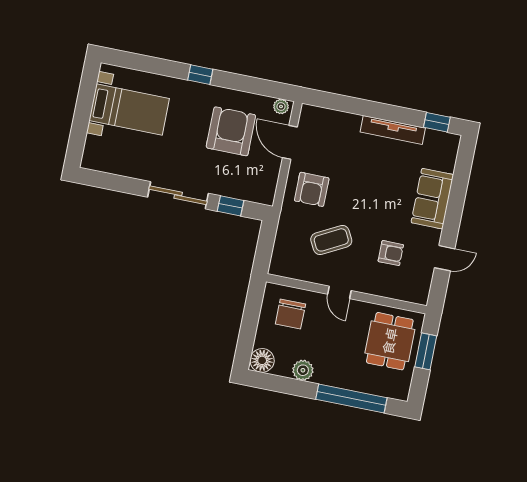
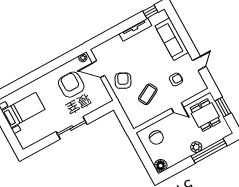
window: (200, 75) -> (40, 72), removed
armchair: (312, 189) -> (123, 81), turned -153
sofa: (432, 199) -> (172, 39), width x1.36
window: (230, 206) -> (96, 115), removed
door: (339, 292) -> (177, 108), moved
plant: (303, 370) -> (196, 147), moved

